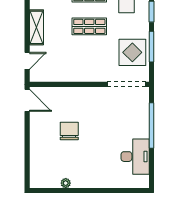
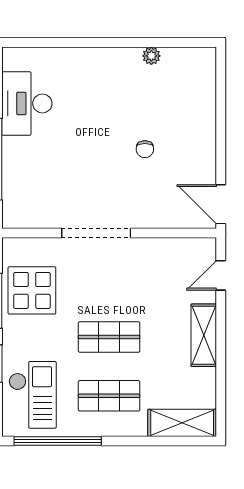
doorway: (126, 84) -> (96, 233), moved
chair: (69, 131) -> (145, 149), width x0.54, depth x0.54

